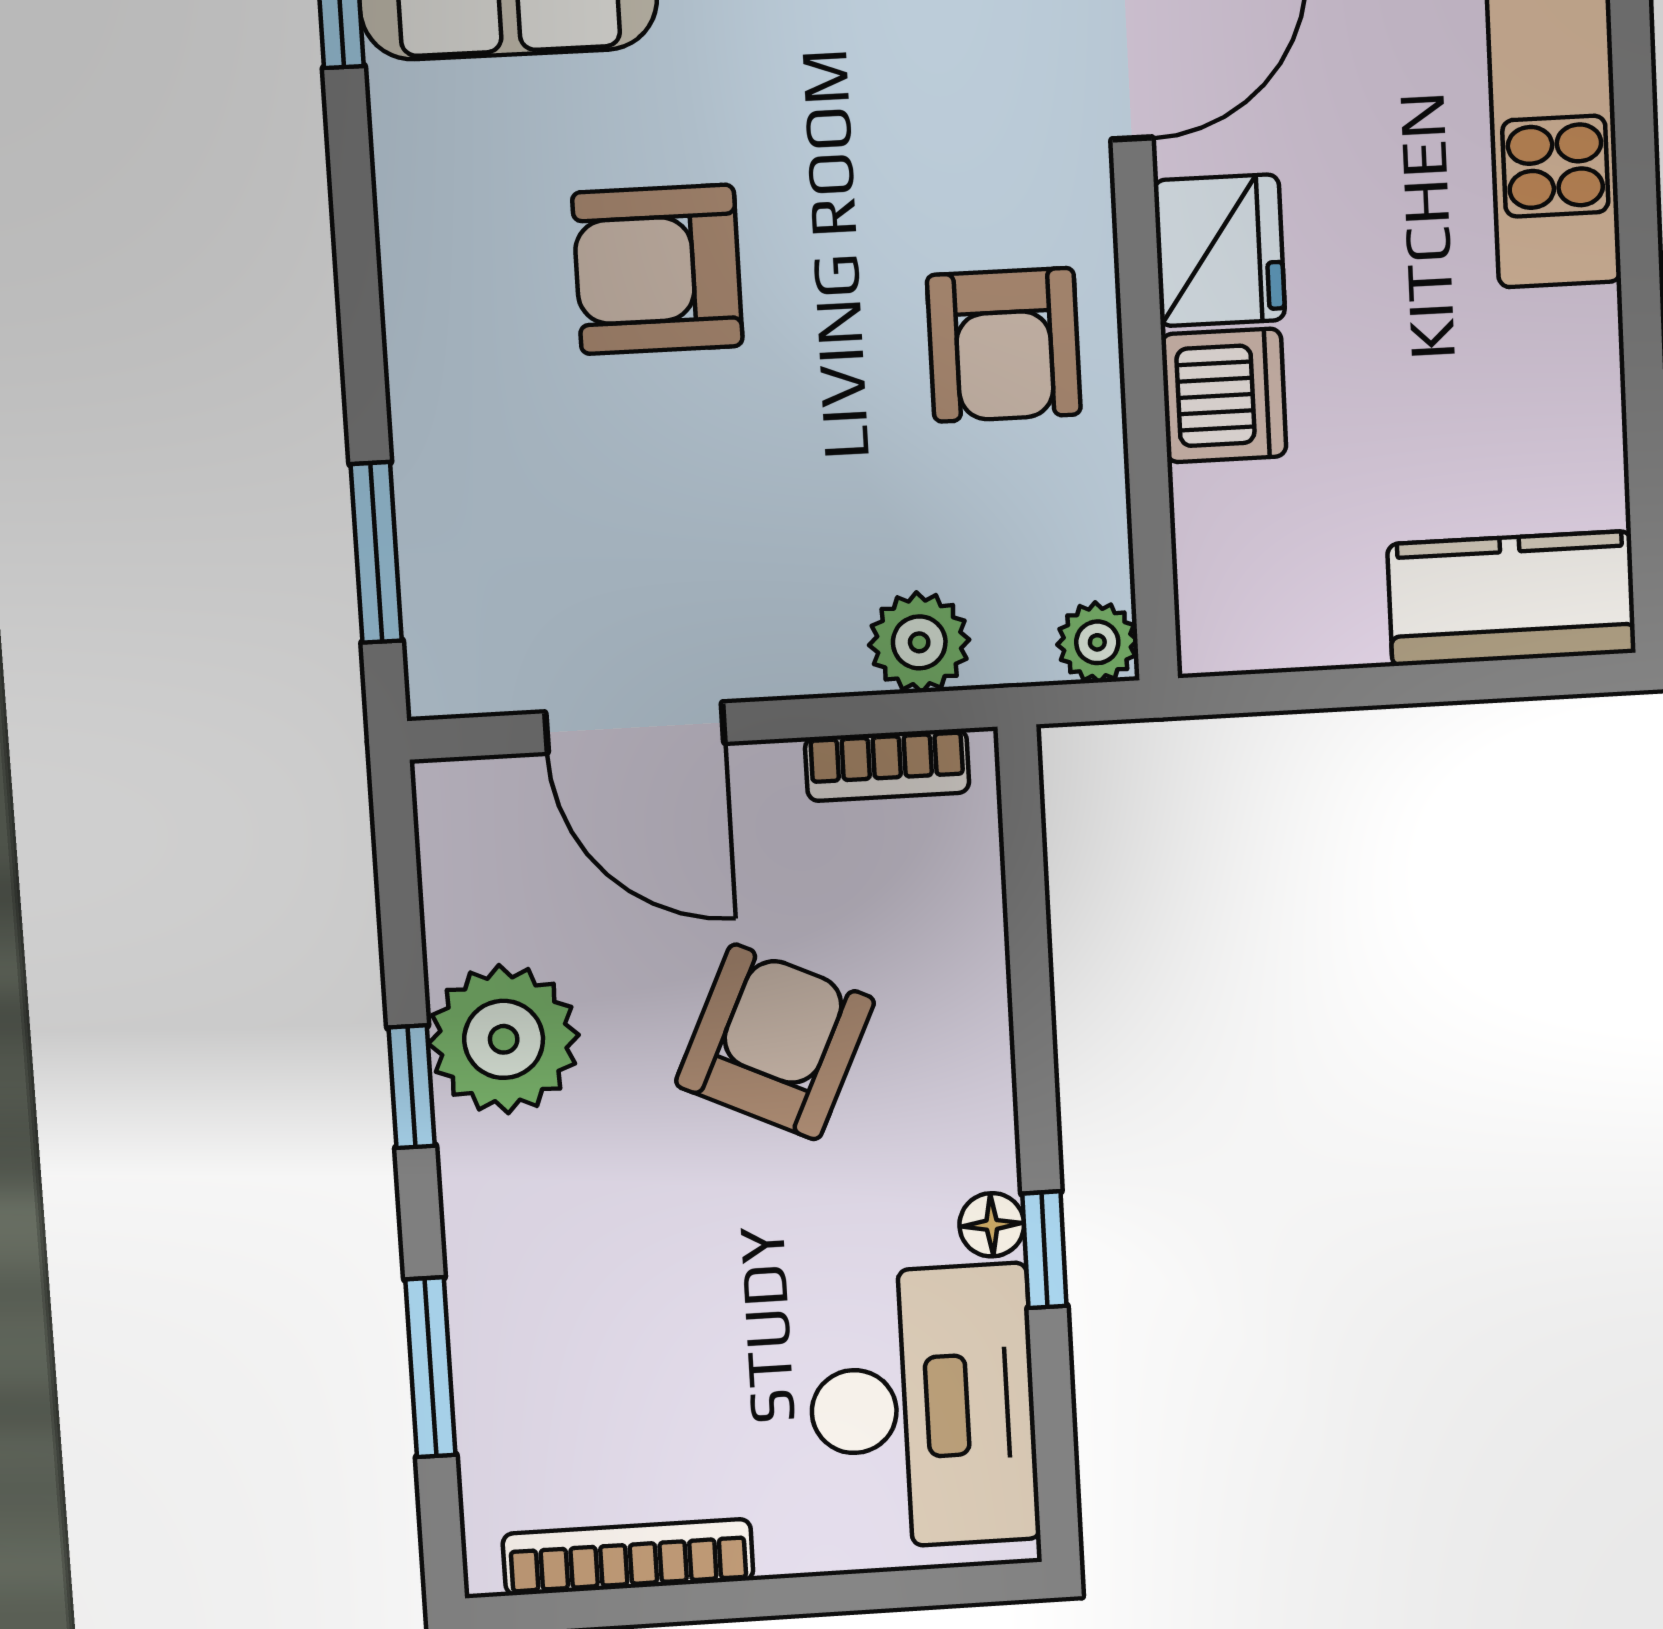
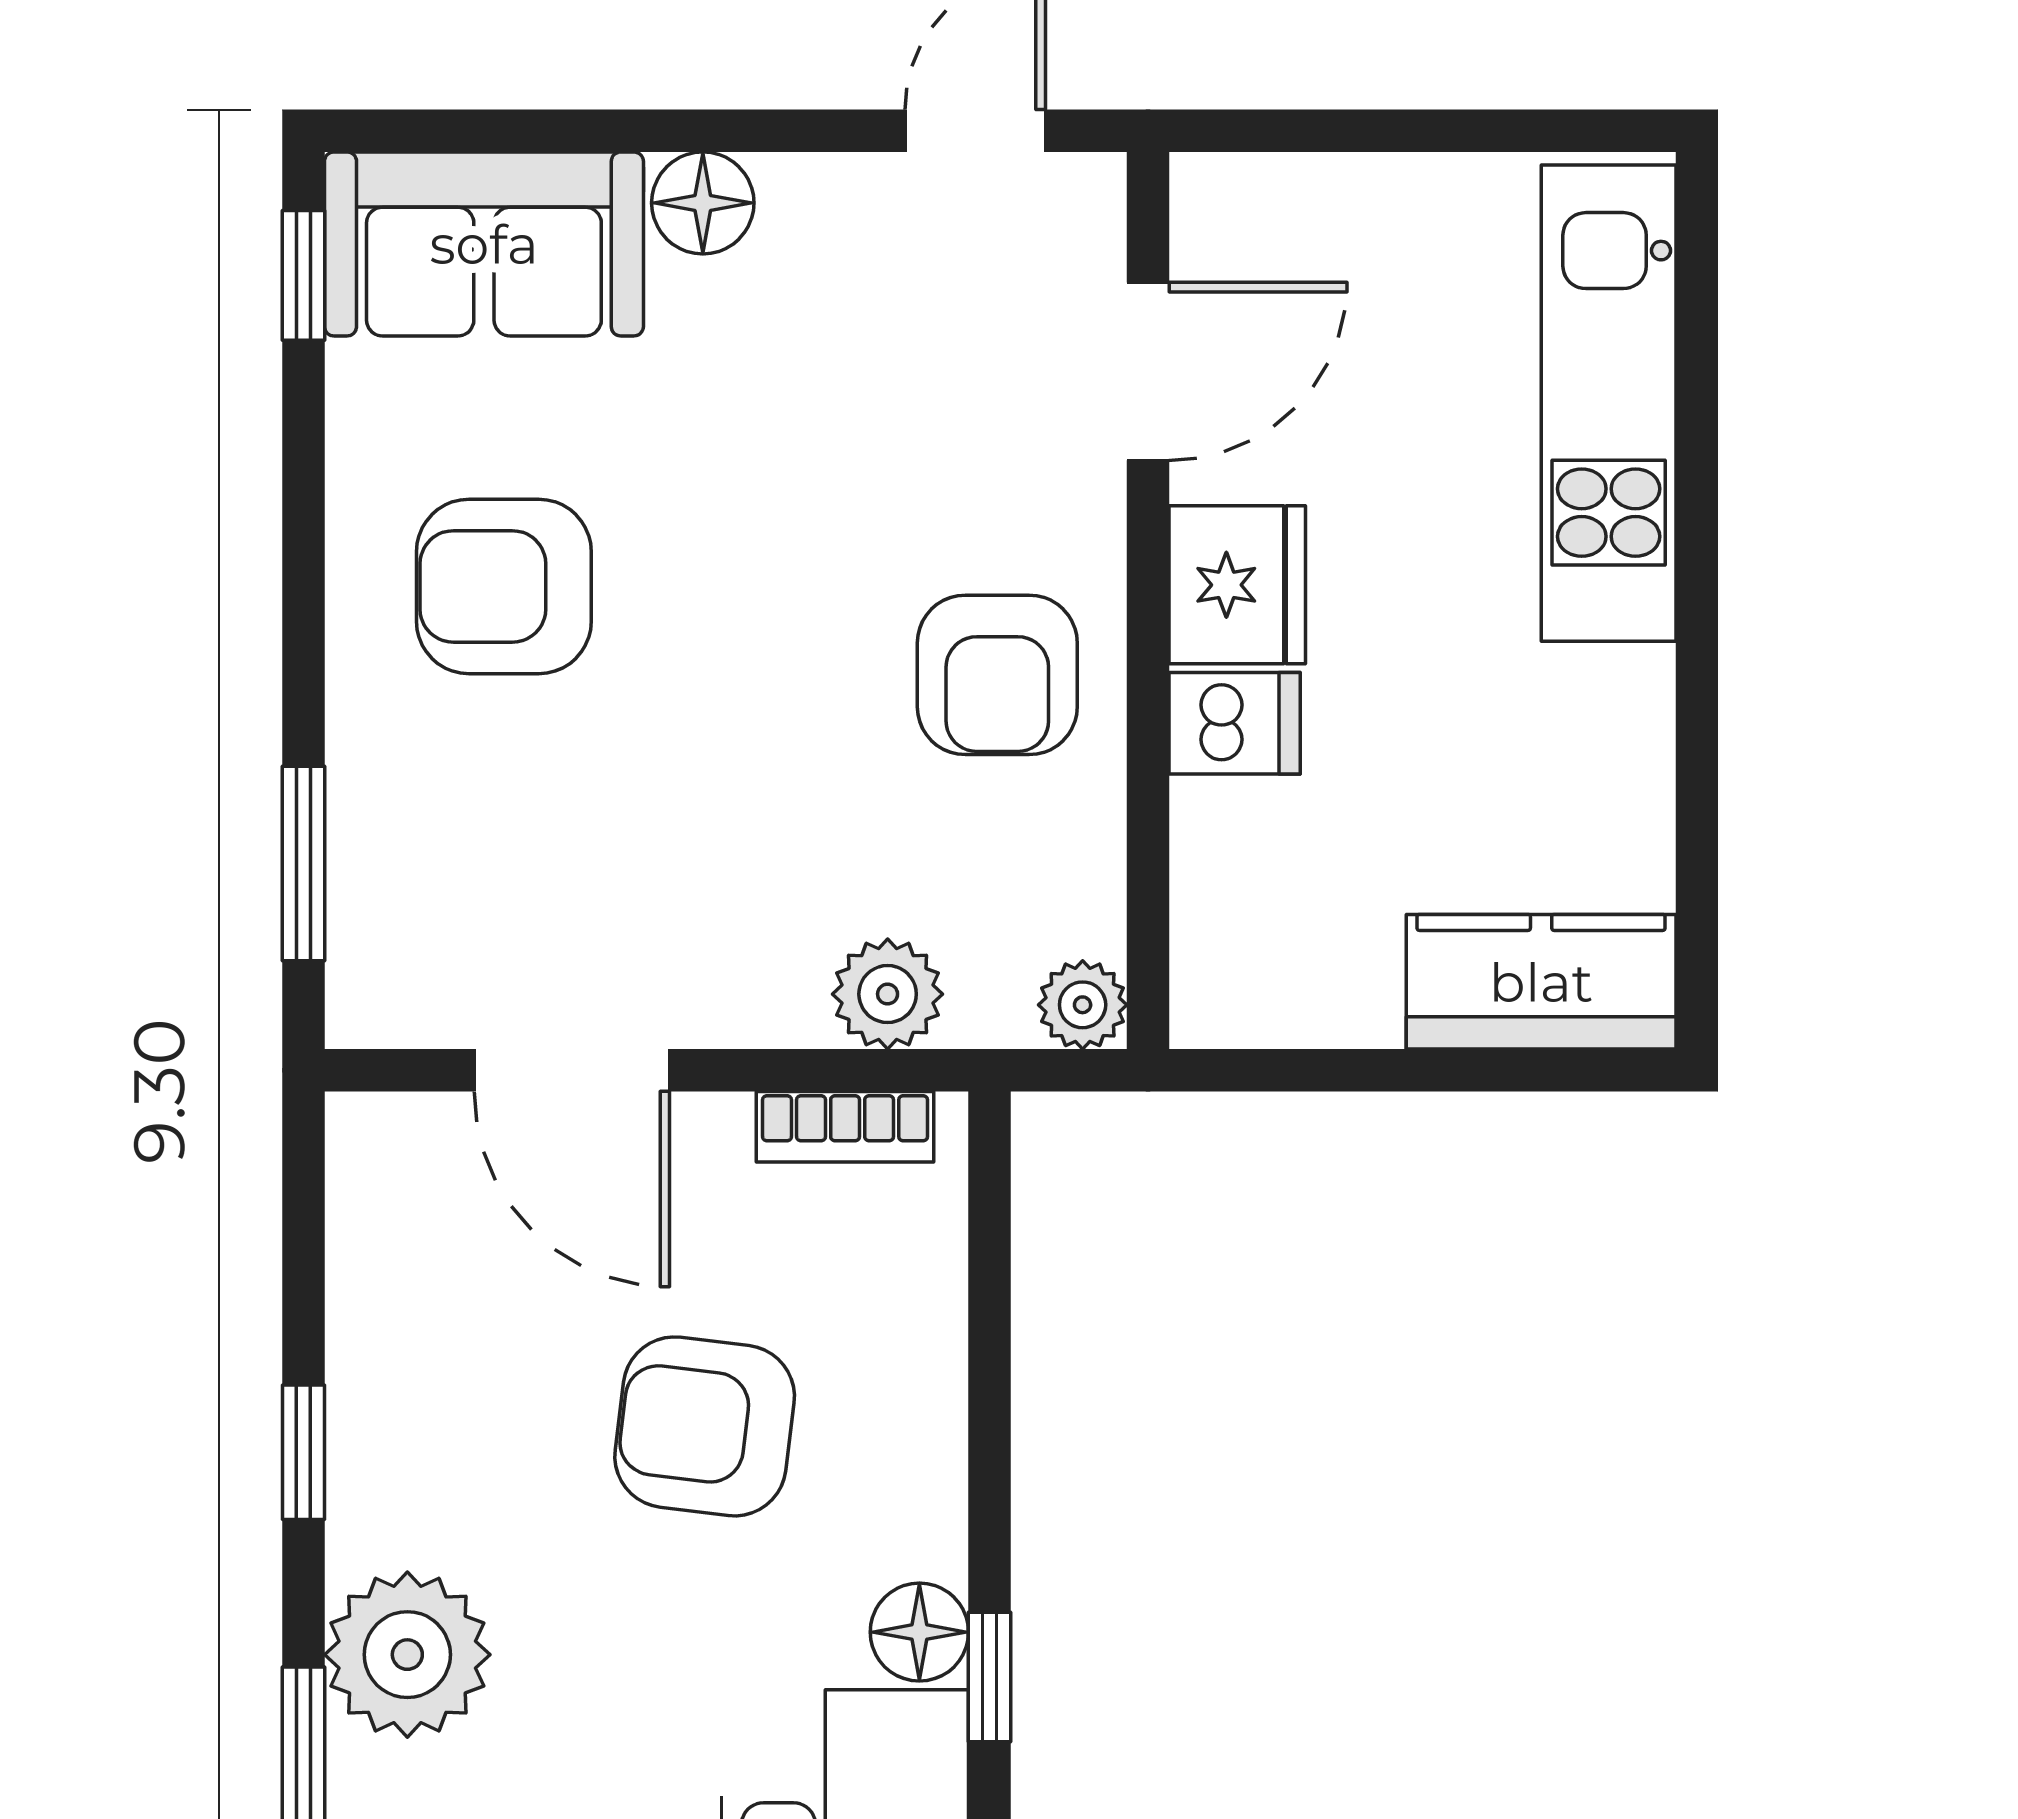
armchair: (658, 269) -> (504, 586), moved
dishwasher: (1224, 395) -> (1235, 723), width x0.73
plant: (504, 1039) -> (407, 1655), moved
armchair: (775, 1042) -> (705, 1426), turned -108
floor lamp: (992, 1225) -> (919, 1632), width x1.37, depth x1.37

